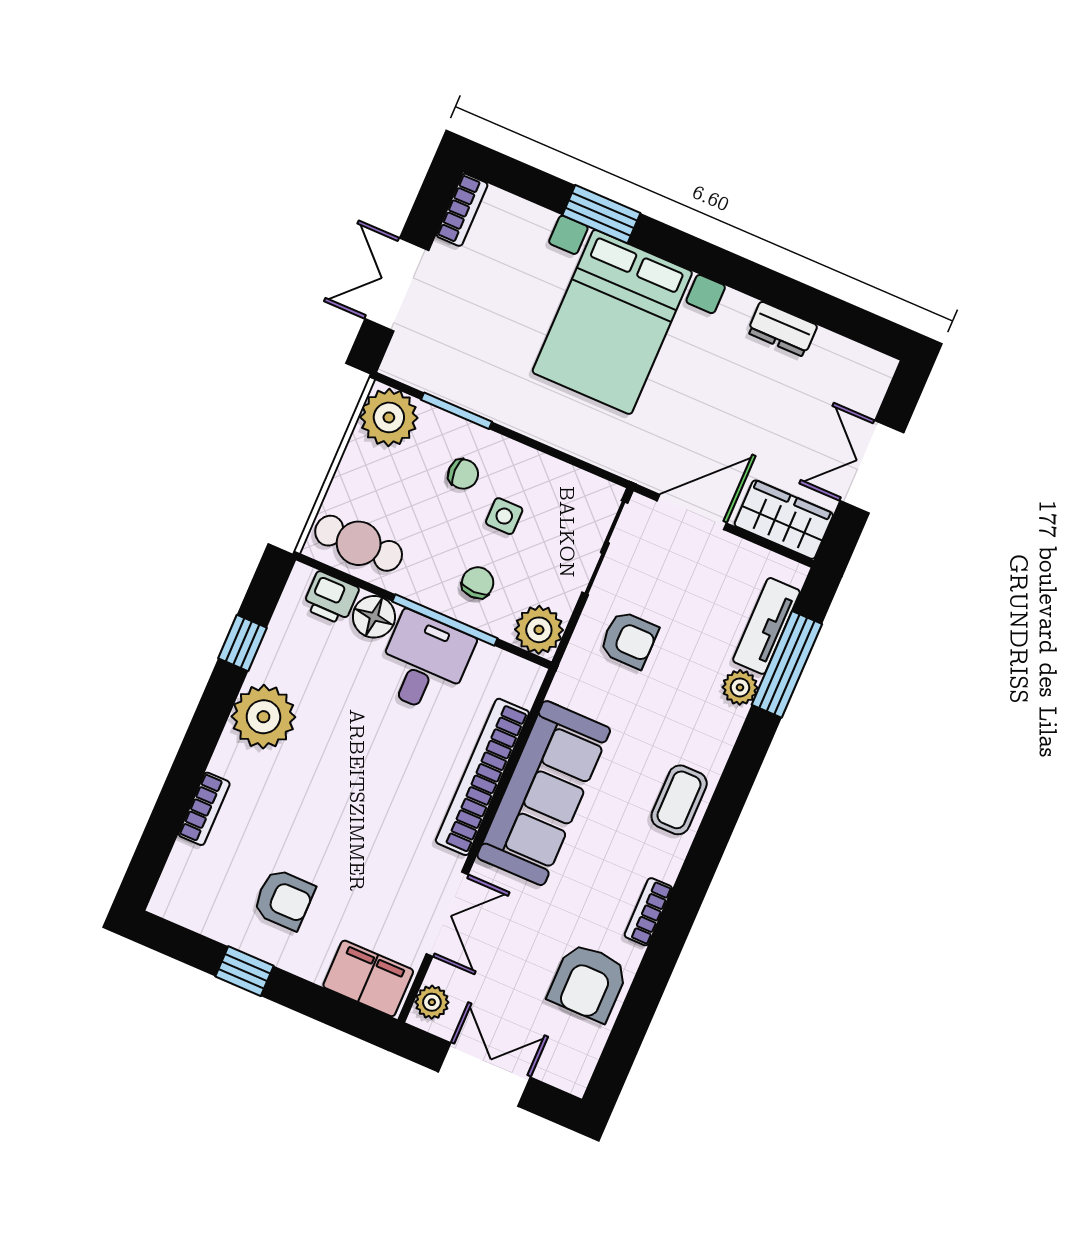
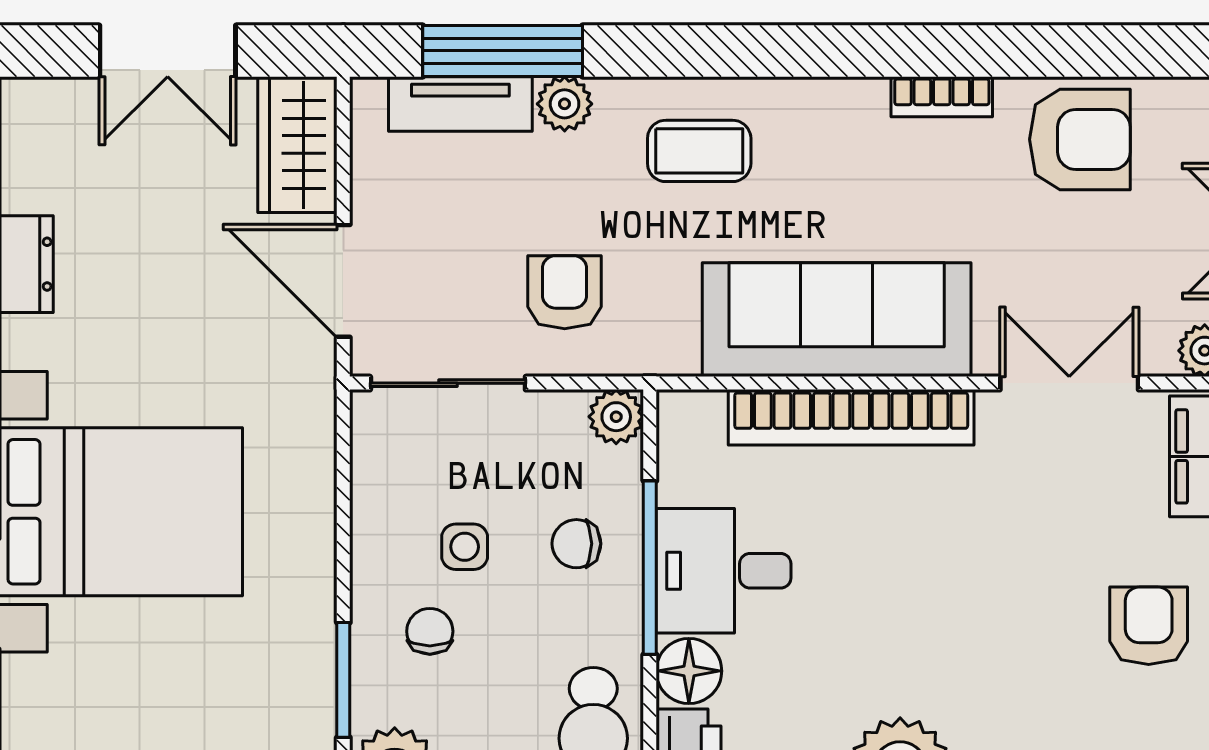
plant: (539, 630) -> (616, 417), width x0.73, depth x0.73
coffee table: (679, 800) -> (699, 151), moved

